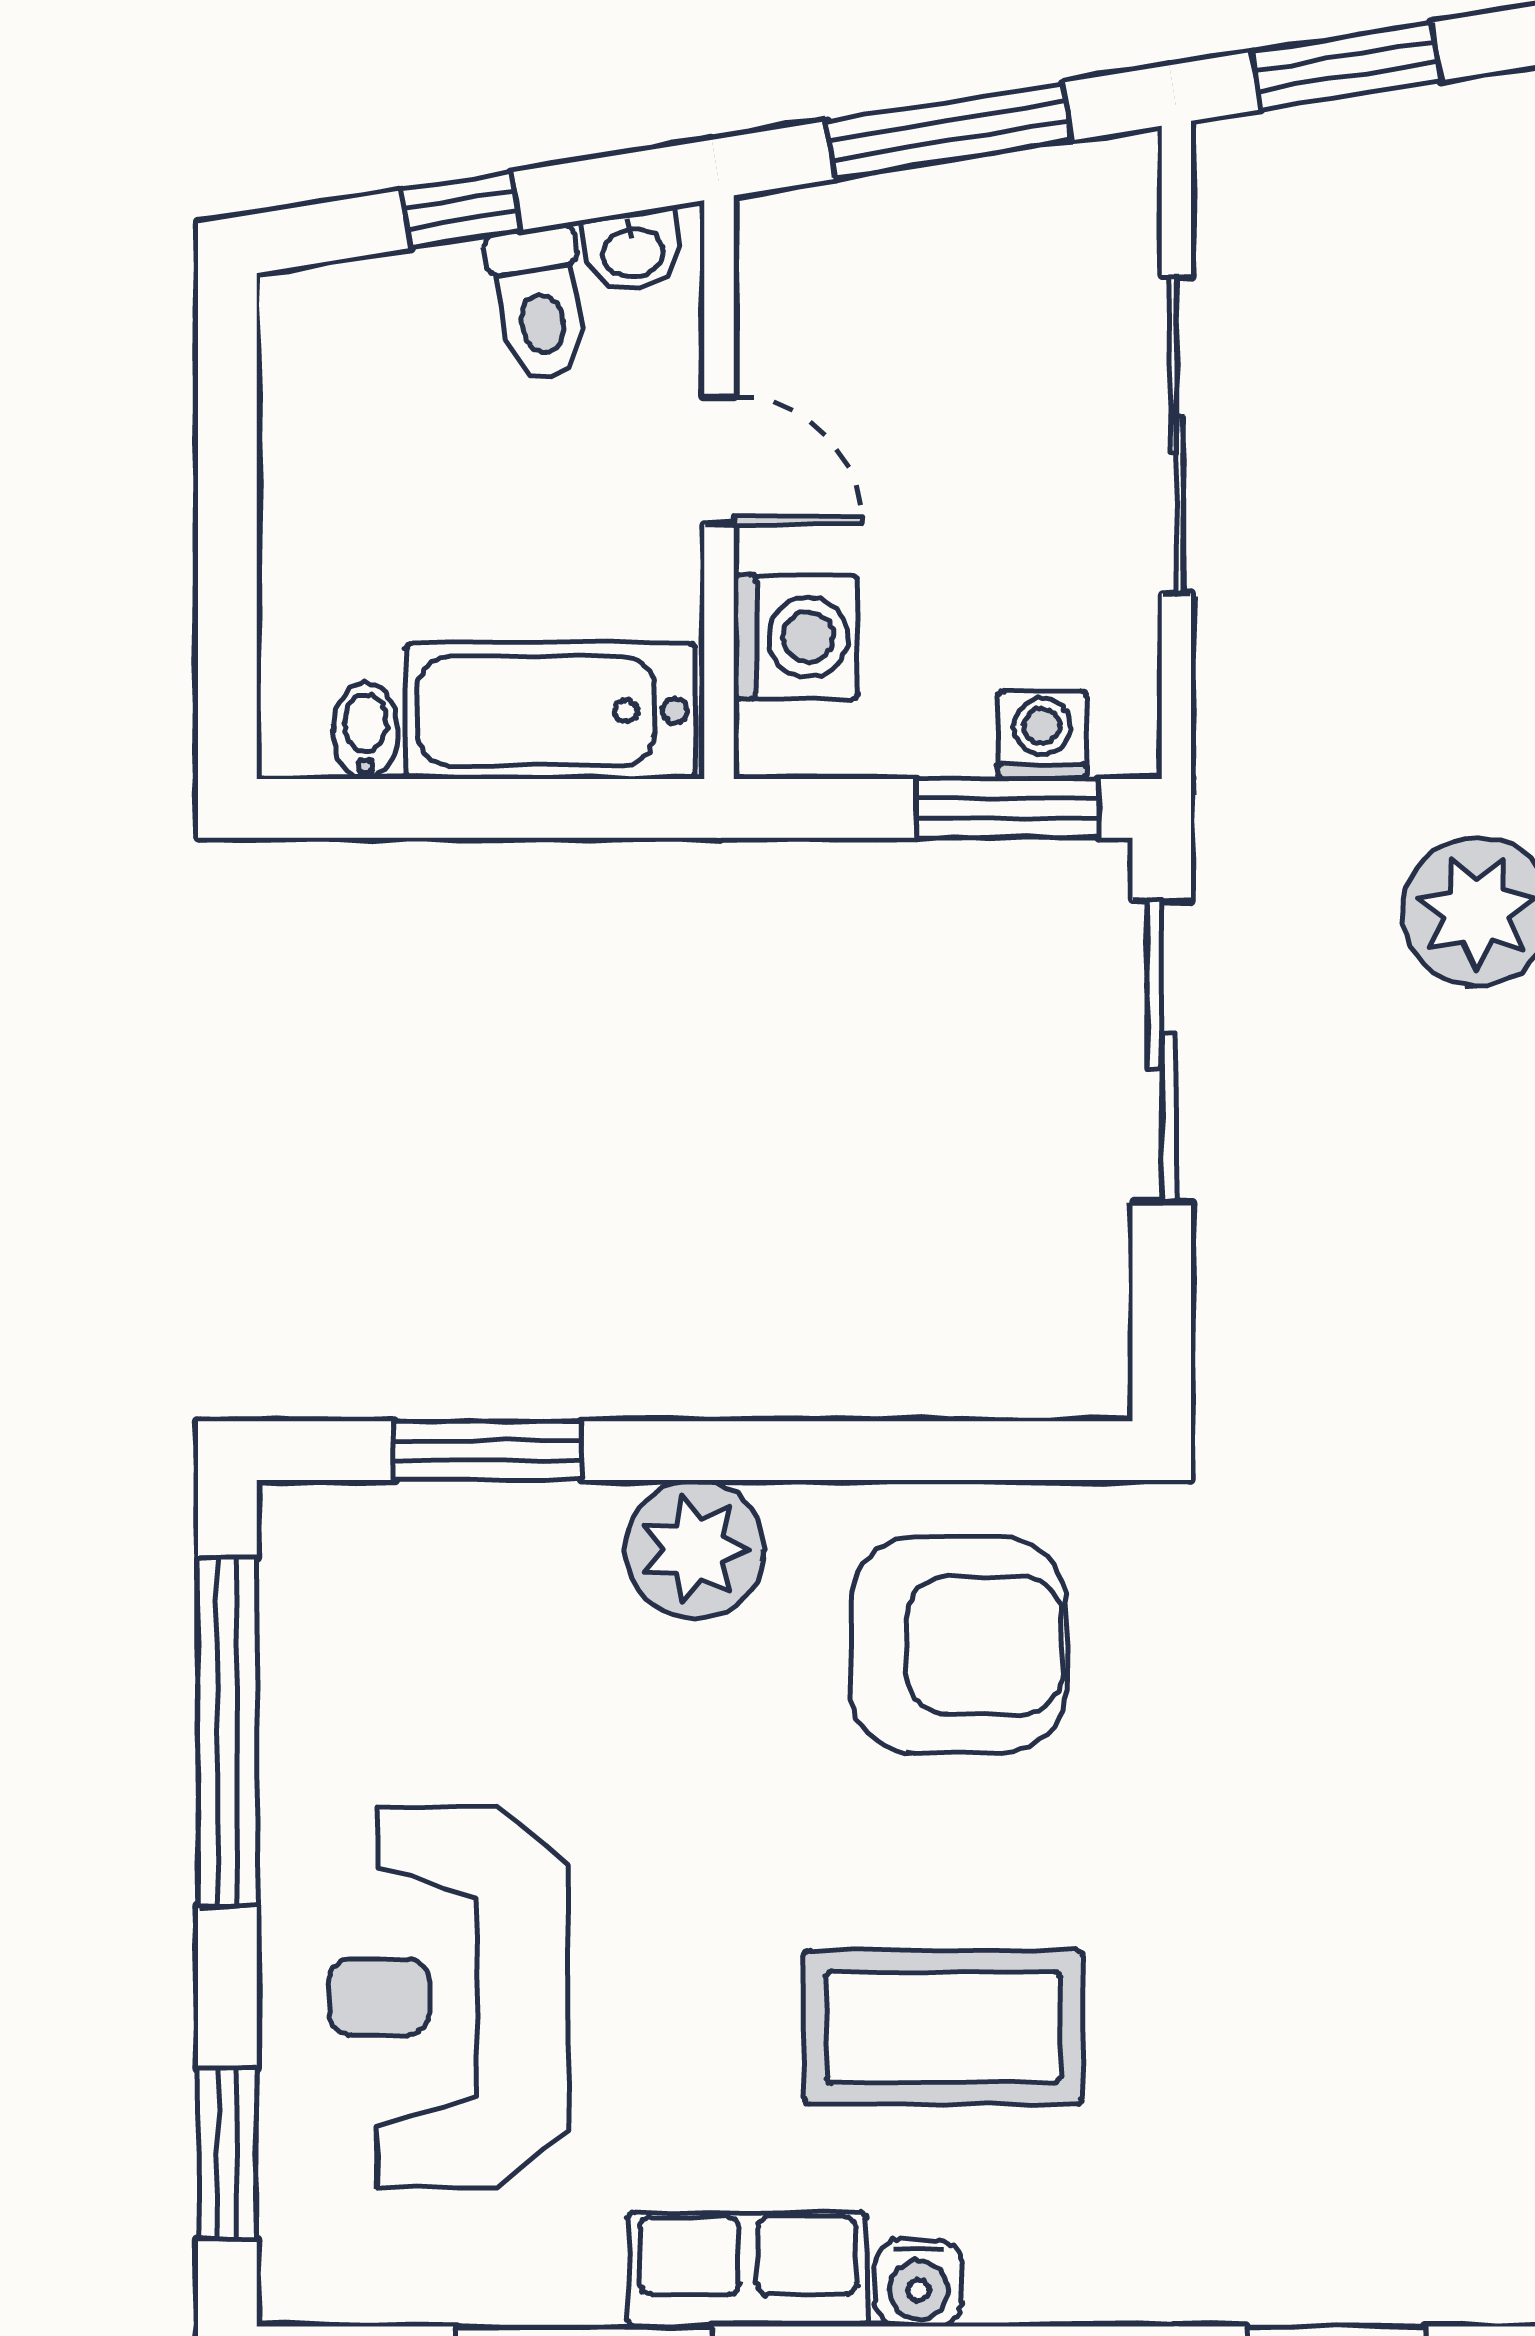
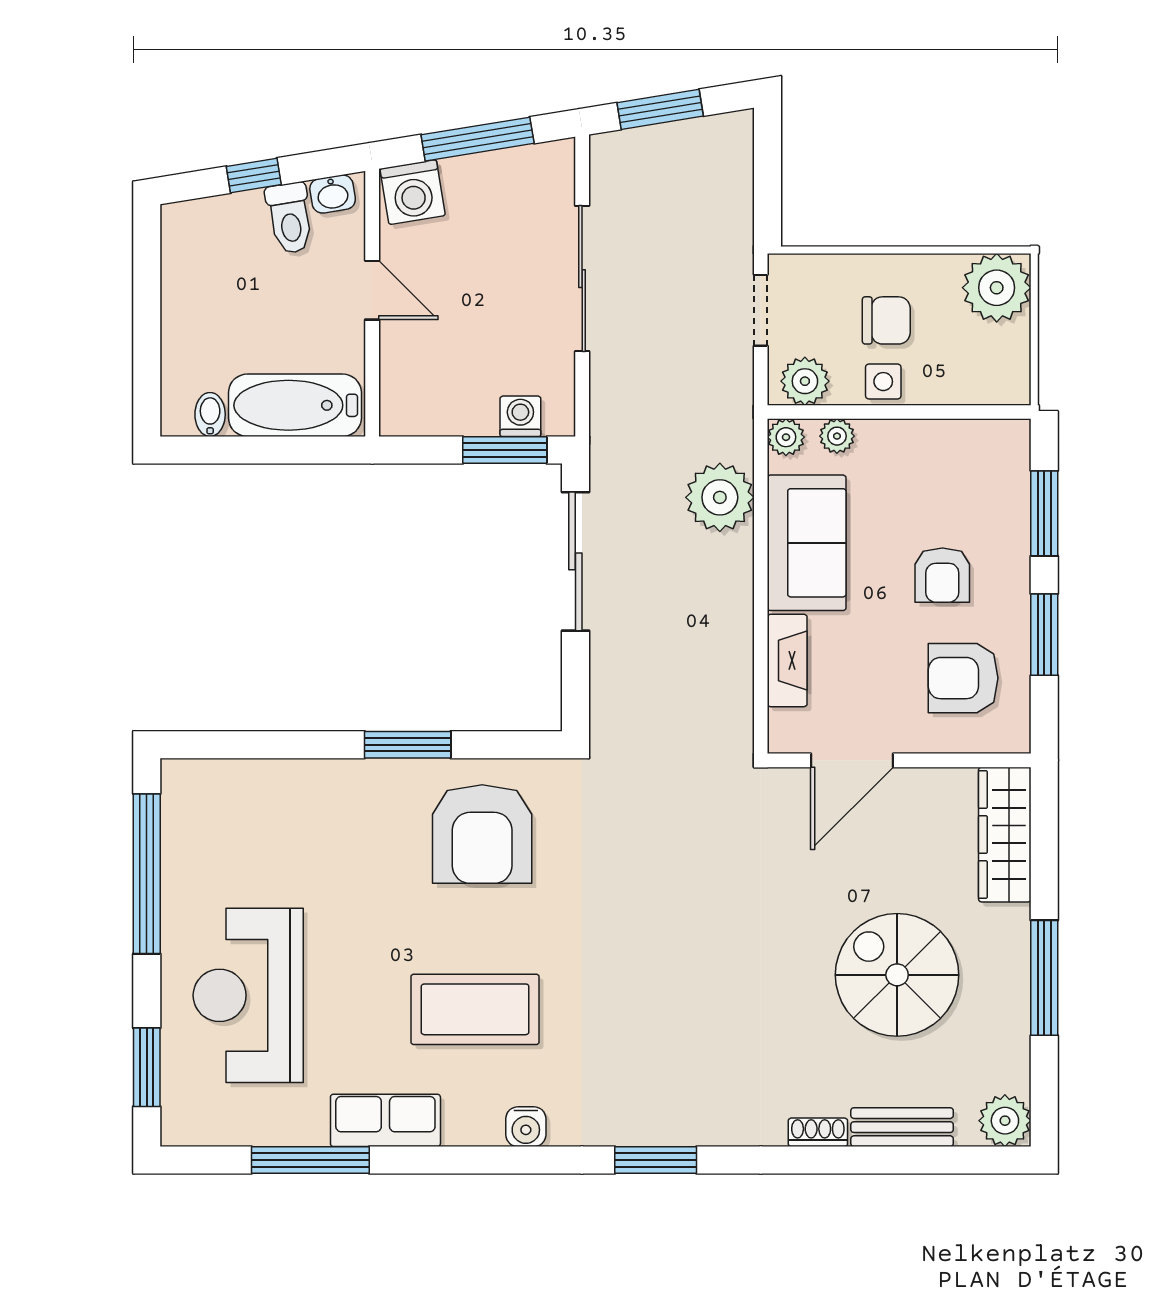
washing machine: (796, 637) -> (413, 192), moved, turned 81
window: (488, 1451) -> (408, 745), moved
plant: (695, 1549) -> (361, 790), removed
armchair: (958, 1645) -> (482, 834), turned 90
water cooler: (919, 2283) -> (526, 1127), moved

